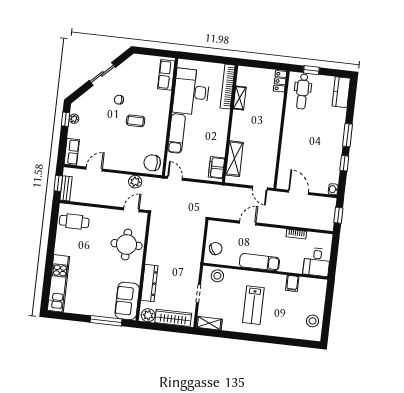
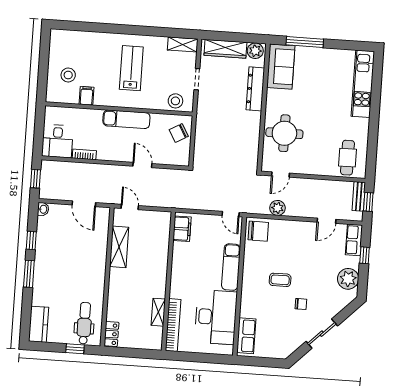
window: (66, 119) -> (365, 255), moved
plant: (74, 119) -> (348, 279), width x1.88, depth x1.88
shelving: (234, 159) -> (119, 247), moved
cafe table: (74, 222) -> (347, 158), turned 90
door: (248, 223) -> (142, 165), swing flipped
desk: (317, 262) -> (57, 141), moved, turned 180
stool: (313, 321) -> (68, 75), moved

